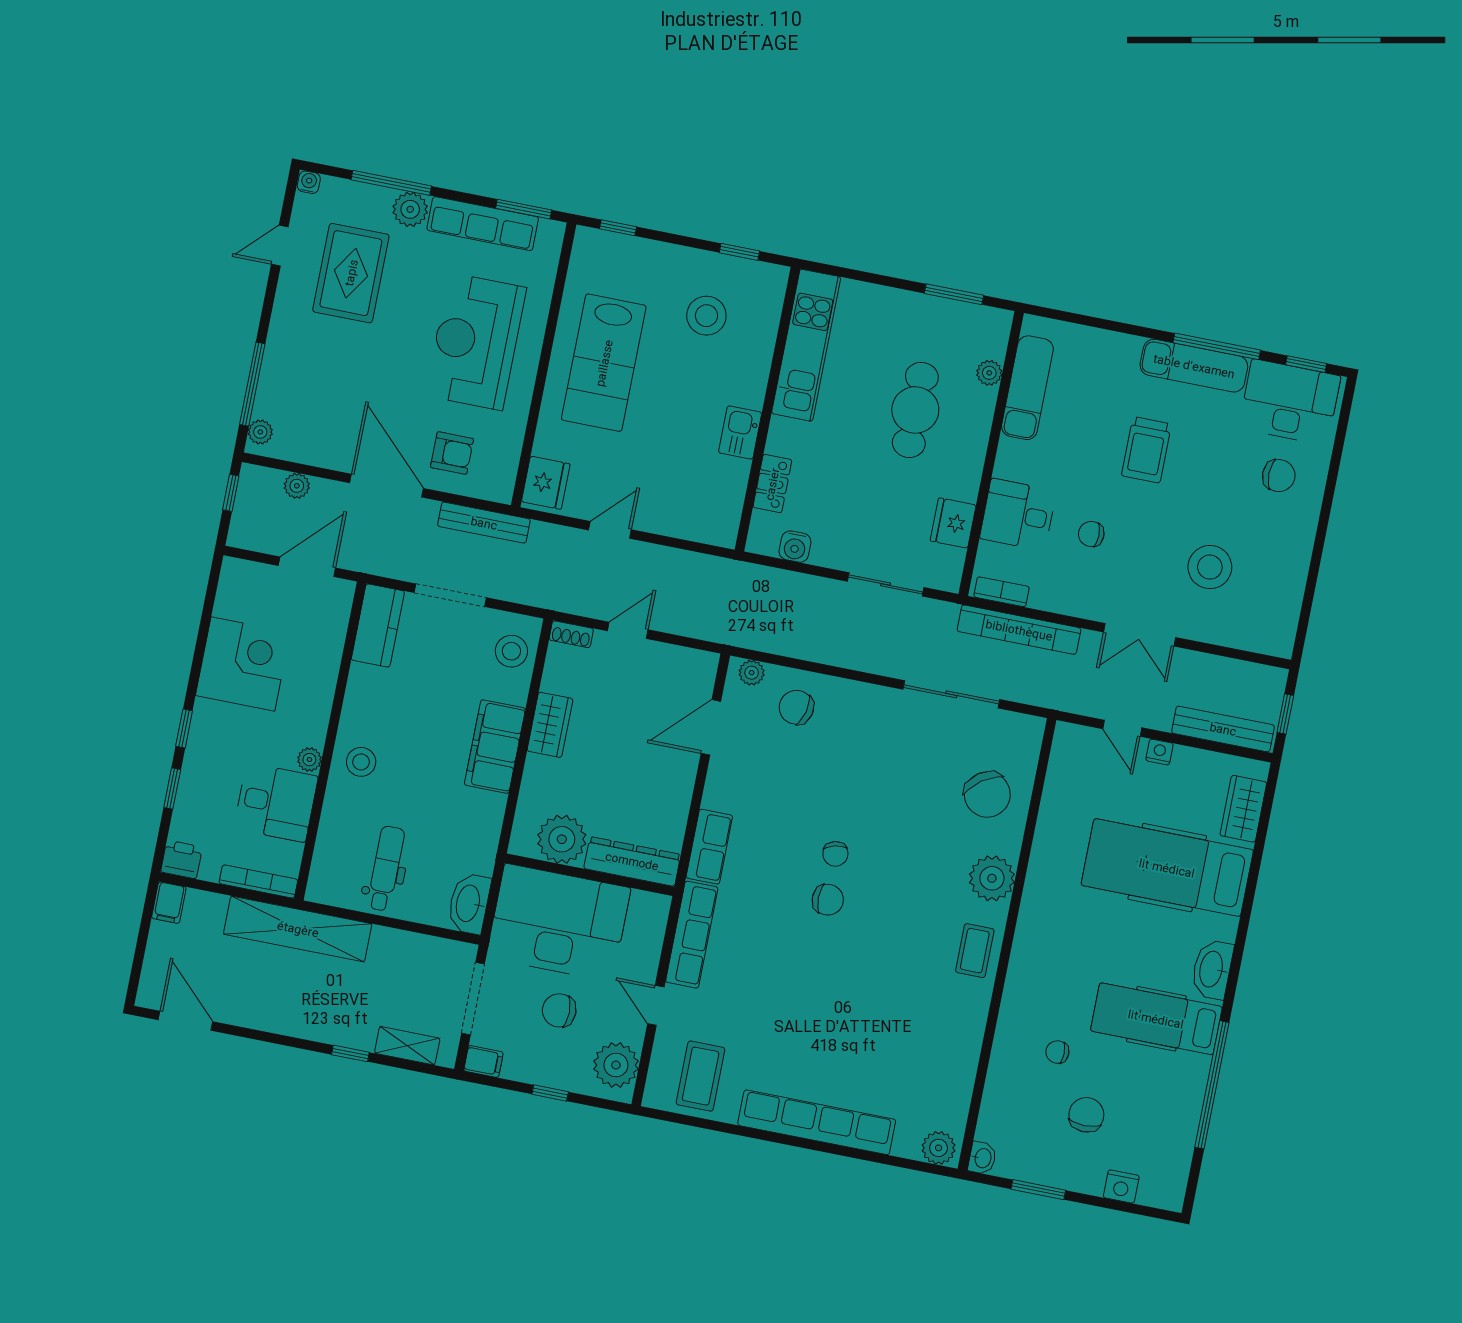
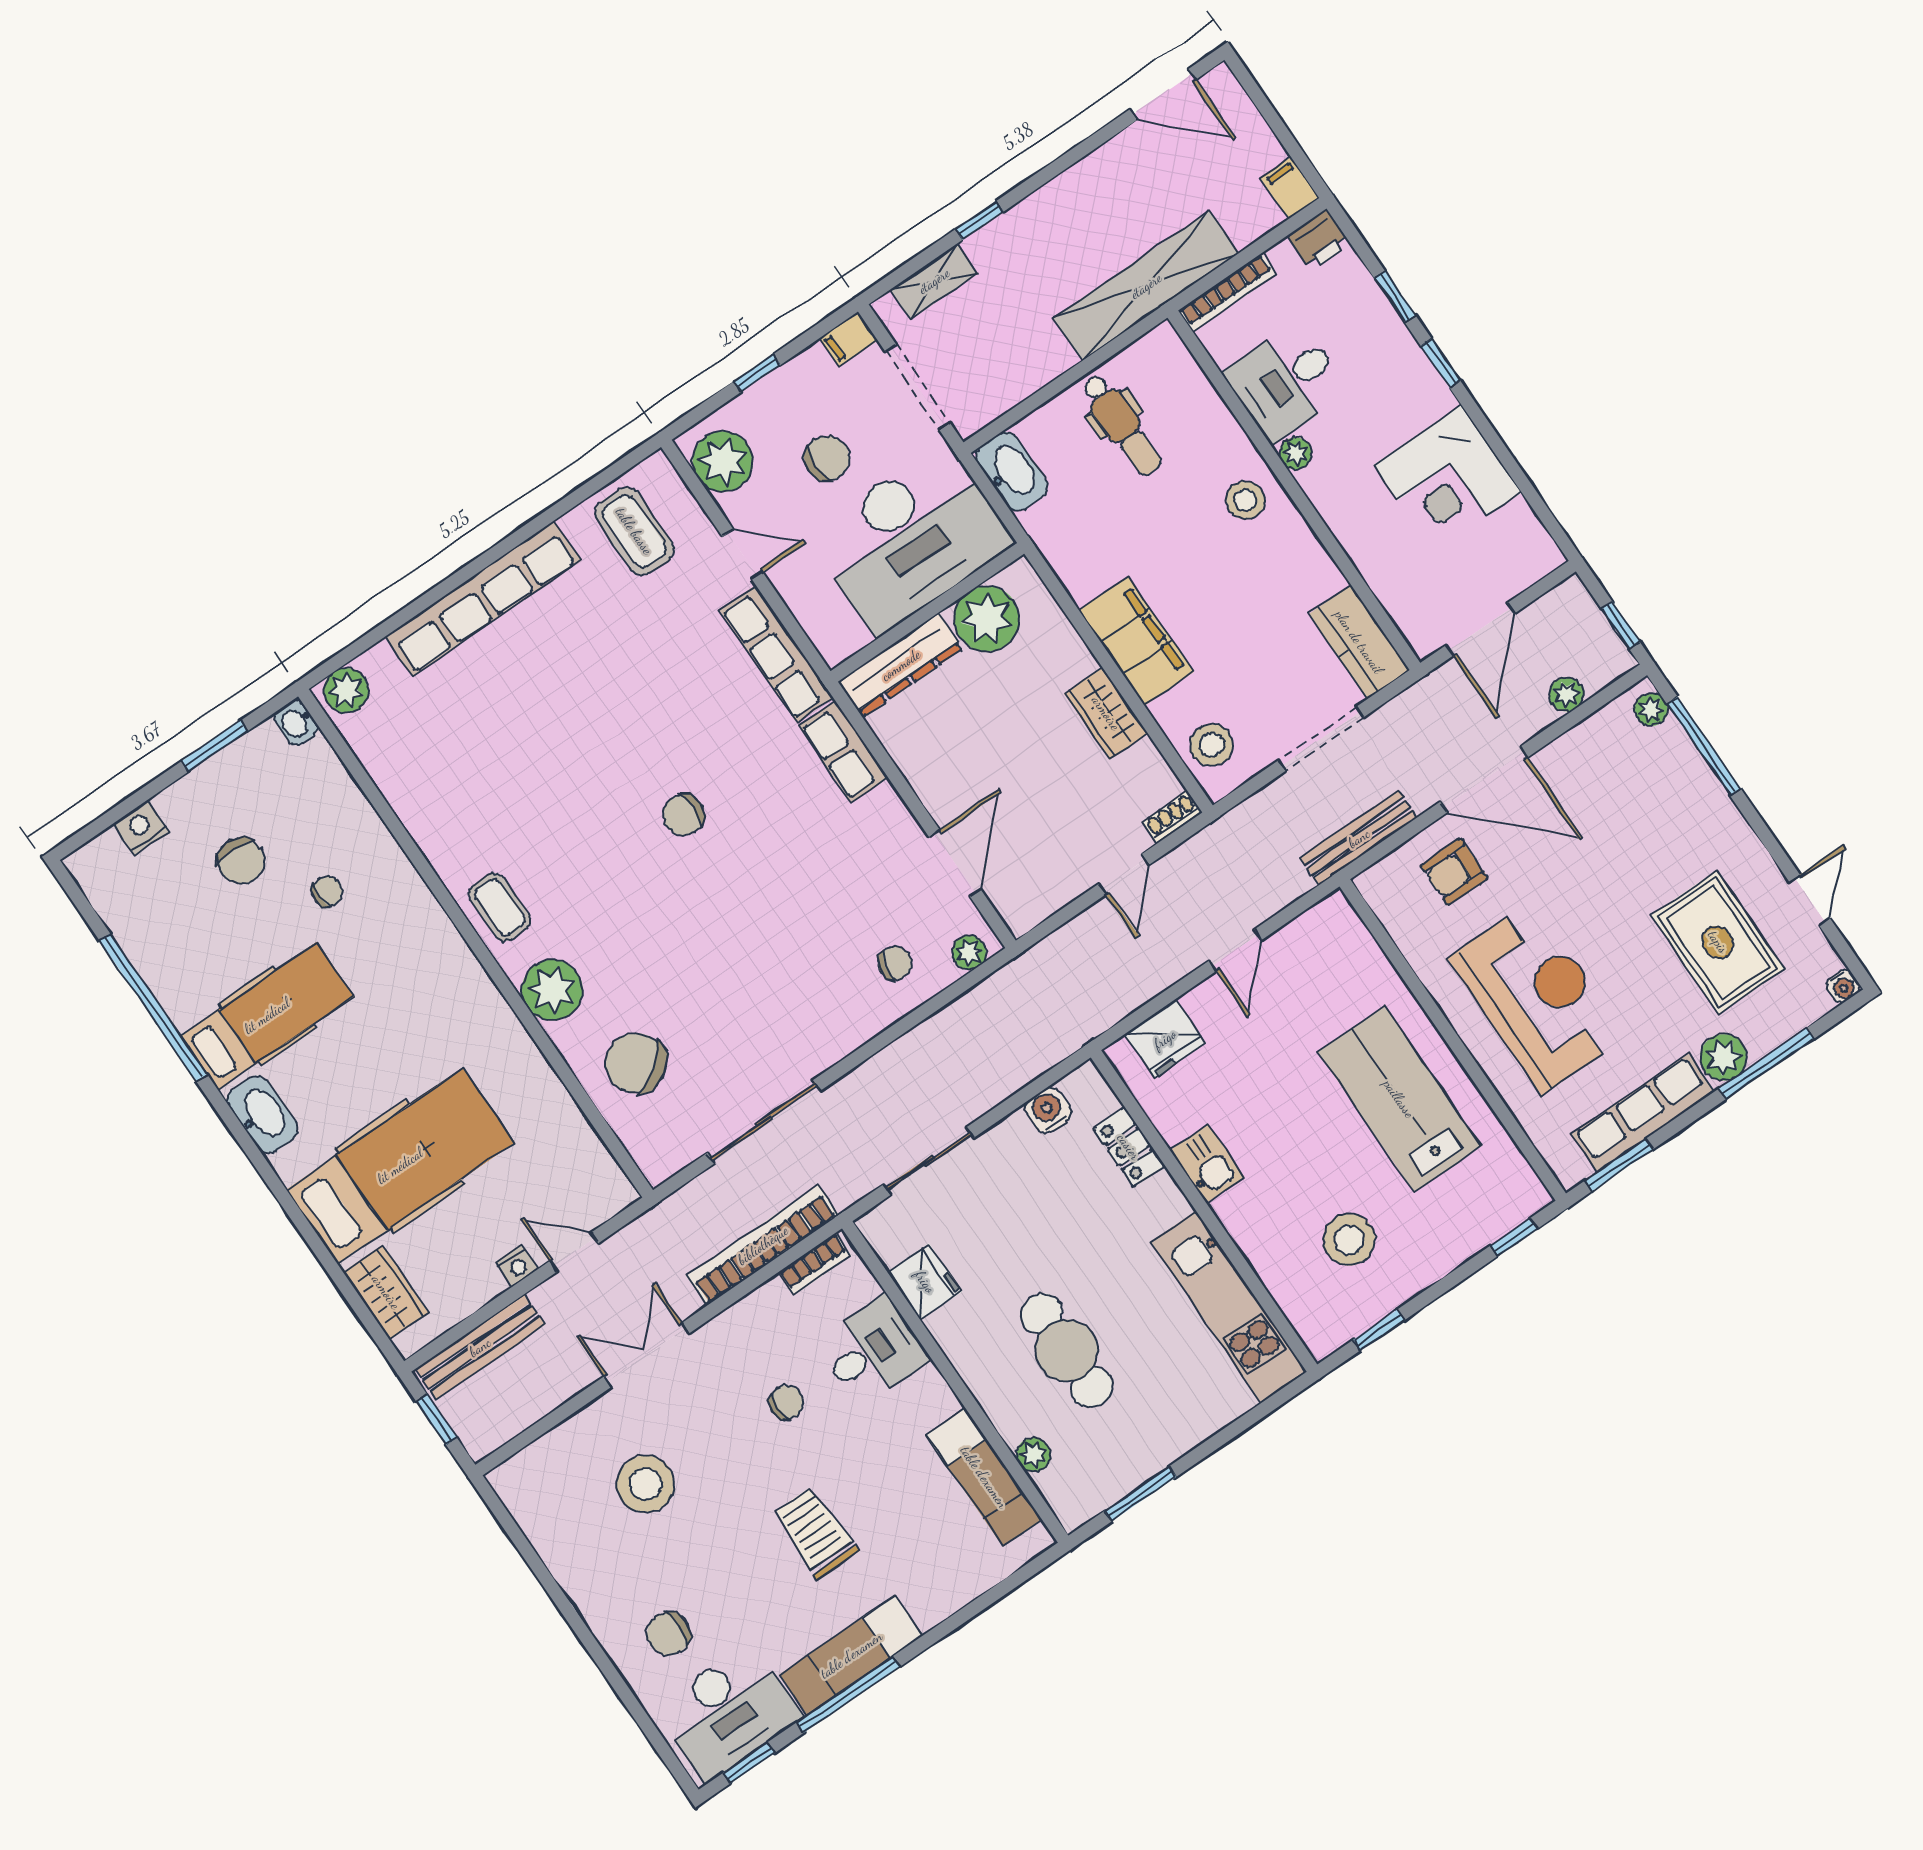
fridge: (546, 483) -> (1165, 1039), moved, turned -90
chair: (796, 707) -> (895, 963), width x0.73, depth x0.73
chair: (835, 854) -> (720, 864), removed

